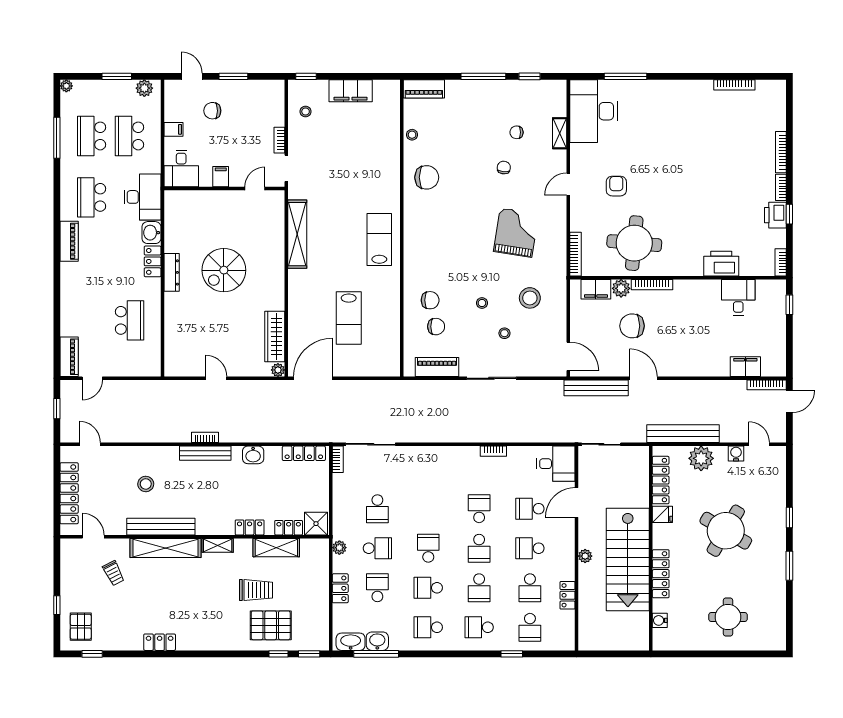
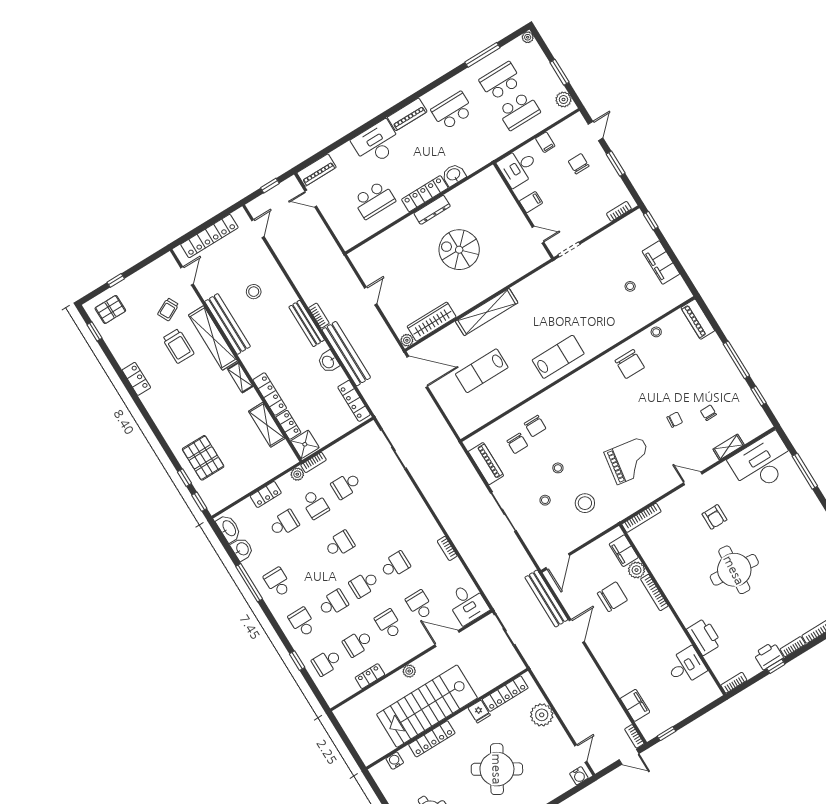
stool: (306, 111) -> (630, 286), moved
school desk: (129, 136) -> (519, 111), turned 180
bookcase: (279, 140) -> (619, 211), moved
armchair: (616, 186) -> (714, 517), turned 90
desk: (143, 197) -> (377, 143), moved, turned 180
shelving: (297, 234) -> (487, 312), moved
round table: (634, 243) -> (734, 570), moved
locker: (153, 261) -> (425, 194), width x1.53
window: (789, 305) -> (666, 734), moved
chair: (632, 326) -> (612, 597), turned 90
bookcase: (767, 385) -> (634, 736), width x0.64
bench: (683, 434) -> (346, 354), moved
water cooler: (736, 454) -> (579, 776), moved, turned 90
bookcase: (338, 459) -> (313, 462), moved
locker: (250, 527) -> (270, 394), width x1.53
school desk: (428, 588) -> (309, 563), removed
school desk: (479, 588) -> (333, 603), turned 180
trolley: (256, 590) -> (178, 346), moved
window: (376, 654) -> (249, 583), moved

